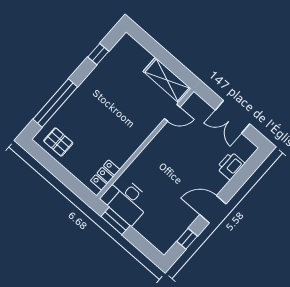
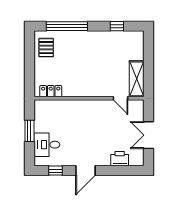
desk: (126, 200) -> (47, 145), moved, width x0.73
door: (213, 209) -> (85, 171), swing flipped
window: (115, 221) -> (29, 131), moved

